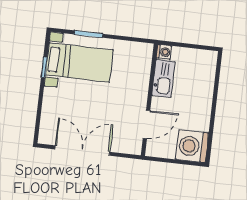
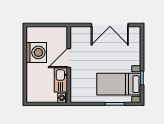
door: (146, 124) -> (69, 58), moved
washing machine: (192, 146) -> (36, 52), moved

